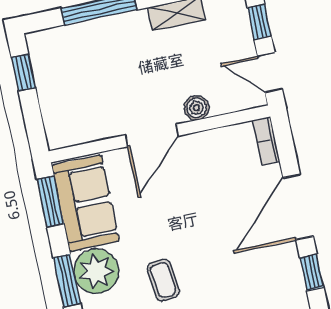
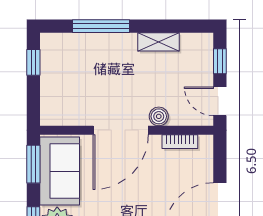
door: (152, 135) -> (121, 130), width x1.36
bookcase: (266, 141) -> (180, 142), moved, turned -90

